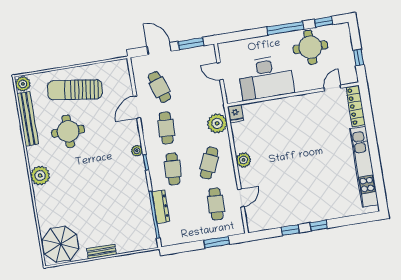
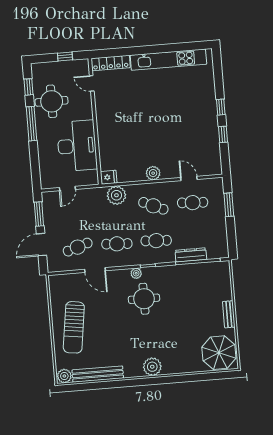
round table: (68, 131) -> (144, 299), moved

